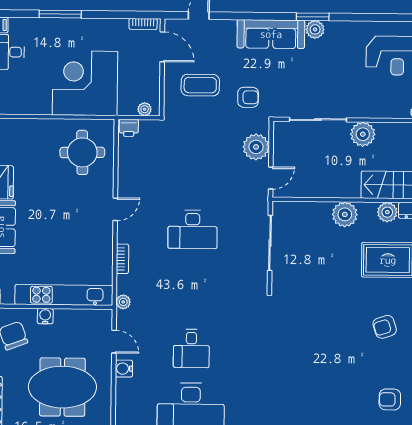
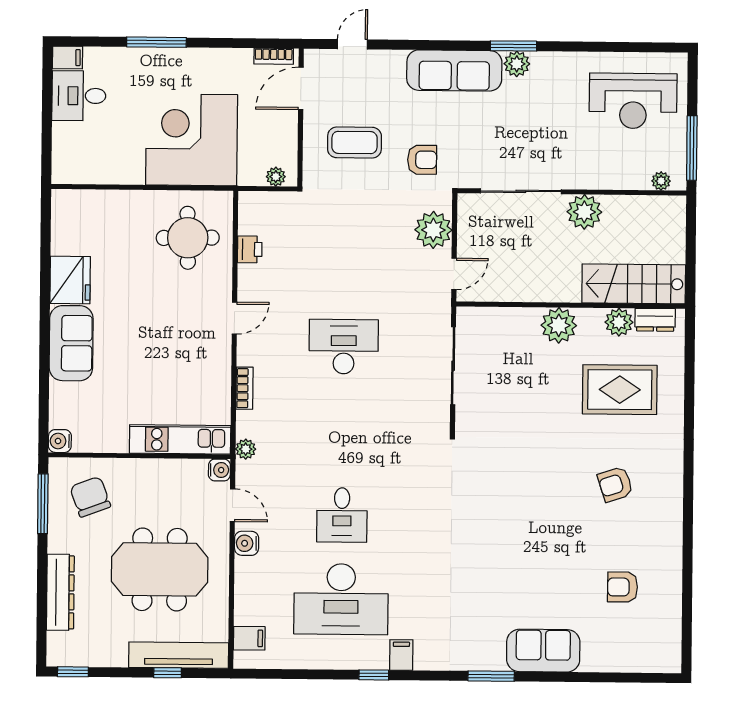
door: (162, 47) -> (301, 88), swing flipped
printer: (129, 128) -> (250, 249), moved, turned -90
desk: (193, 229) -> (344, 347), turned 180
kitchen unit: (64, 295) -> (180, 439), width x0.73
water cooler: (45, 316) -> (219, 470), moved, turned 90

